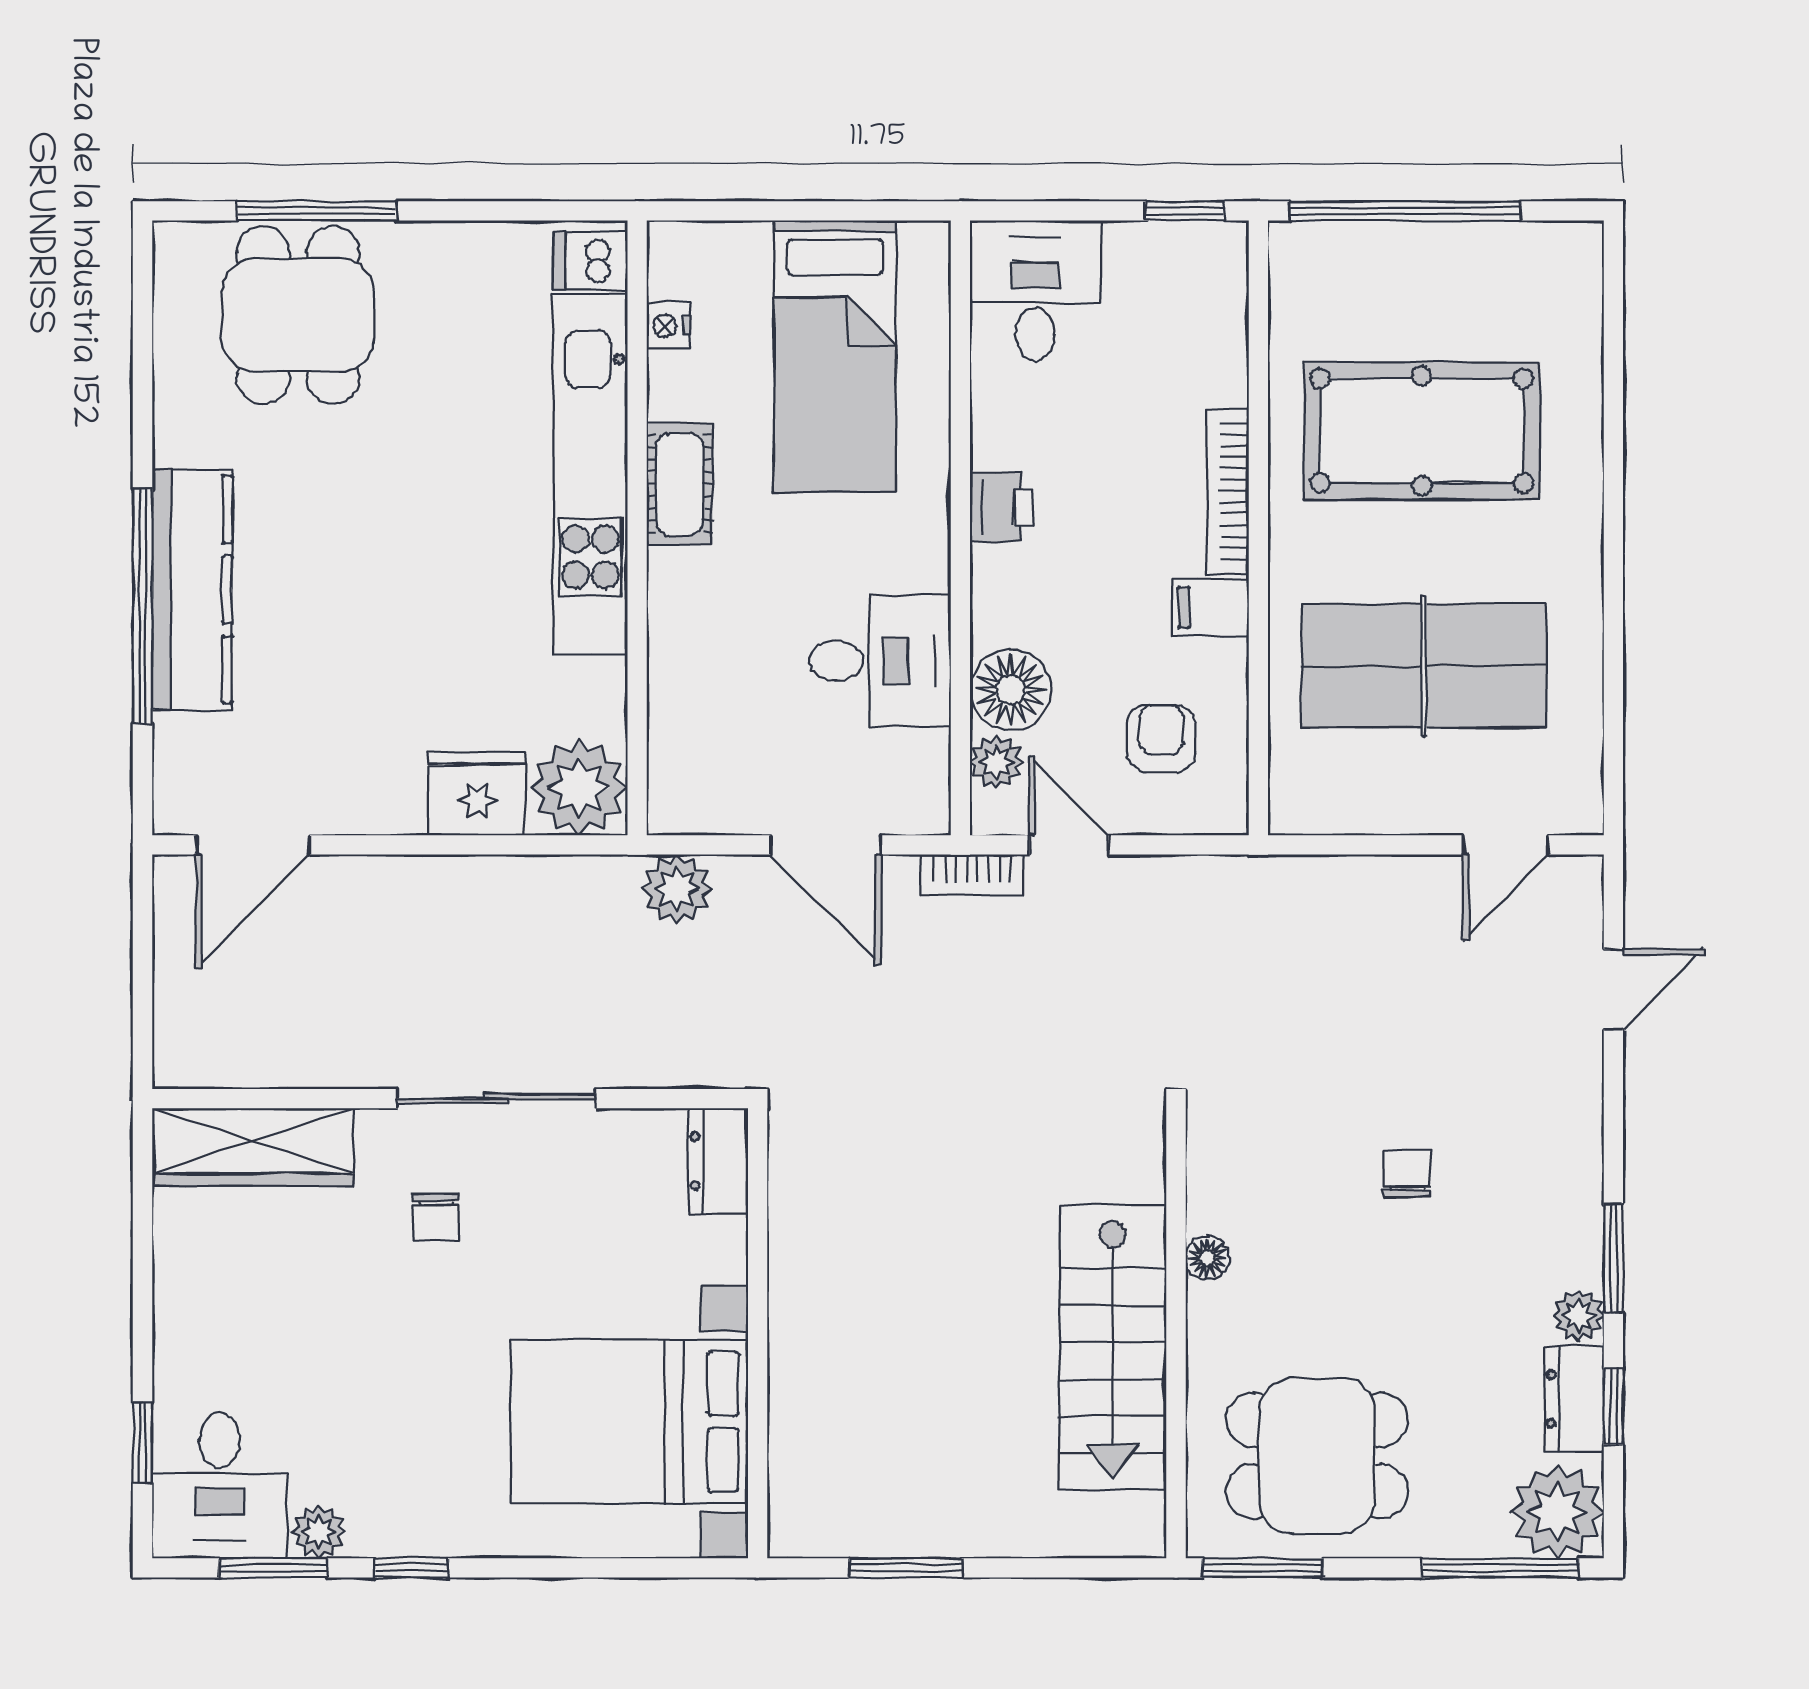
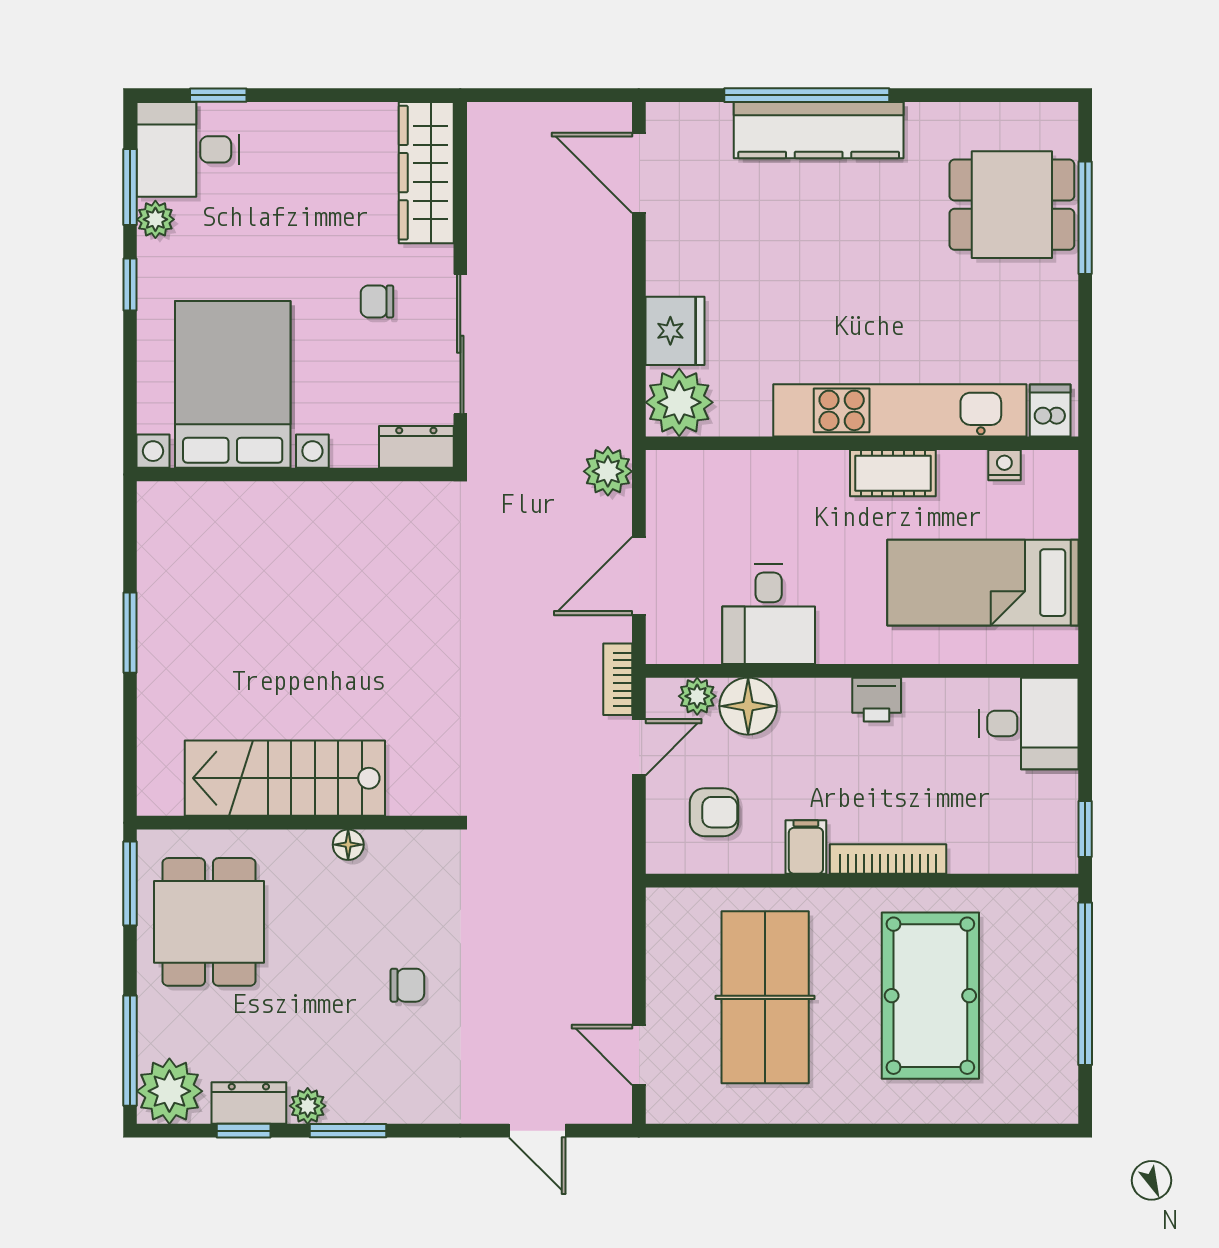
dresser: (718, 1161) -> (416, 447), moved
wall: (758, 1333) -> (295, 474), moved
bed with nightstands: (629, 1422) -> (233, 384), moved

